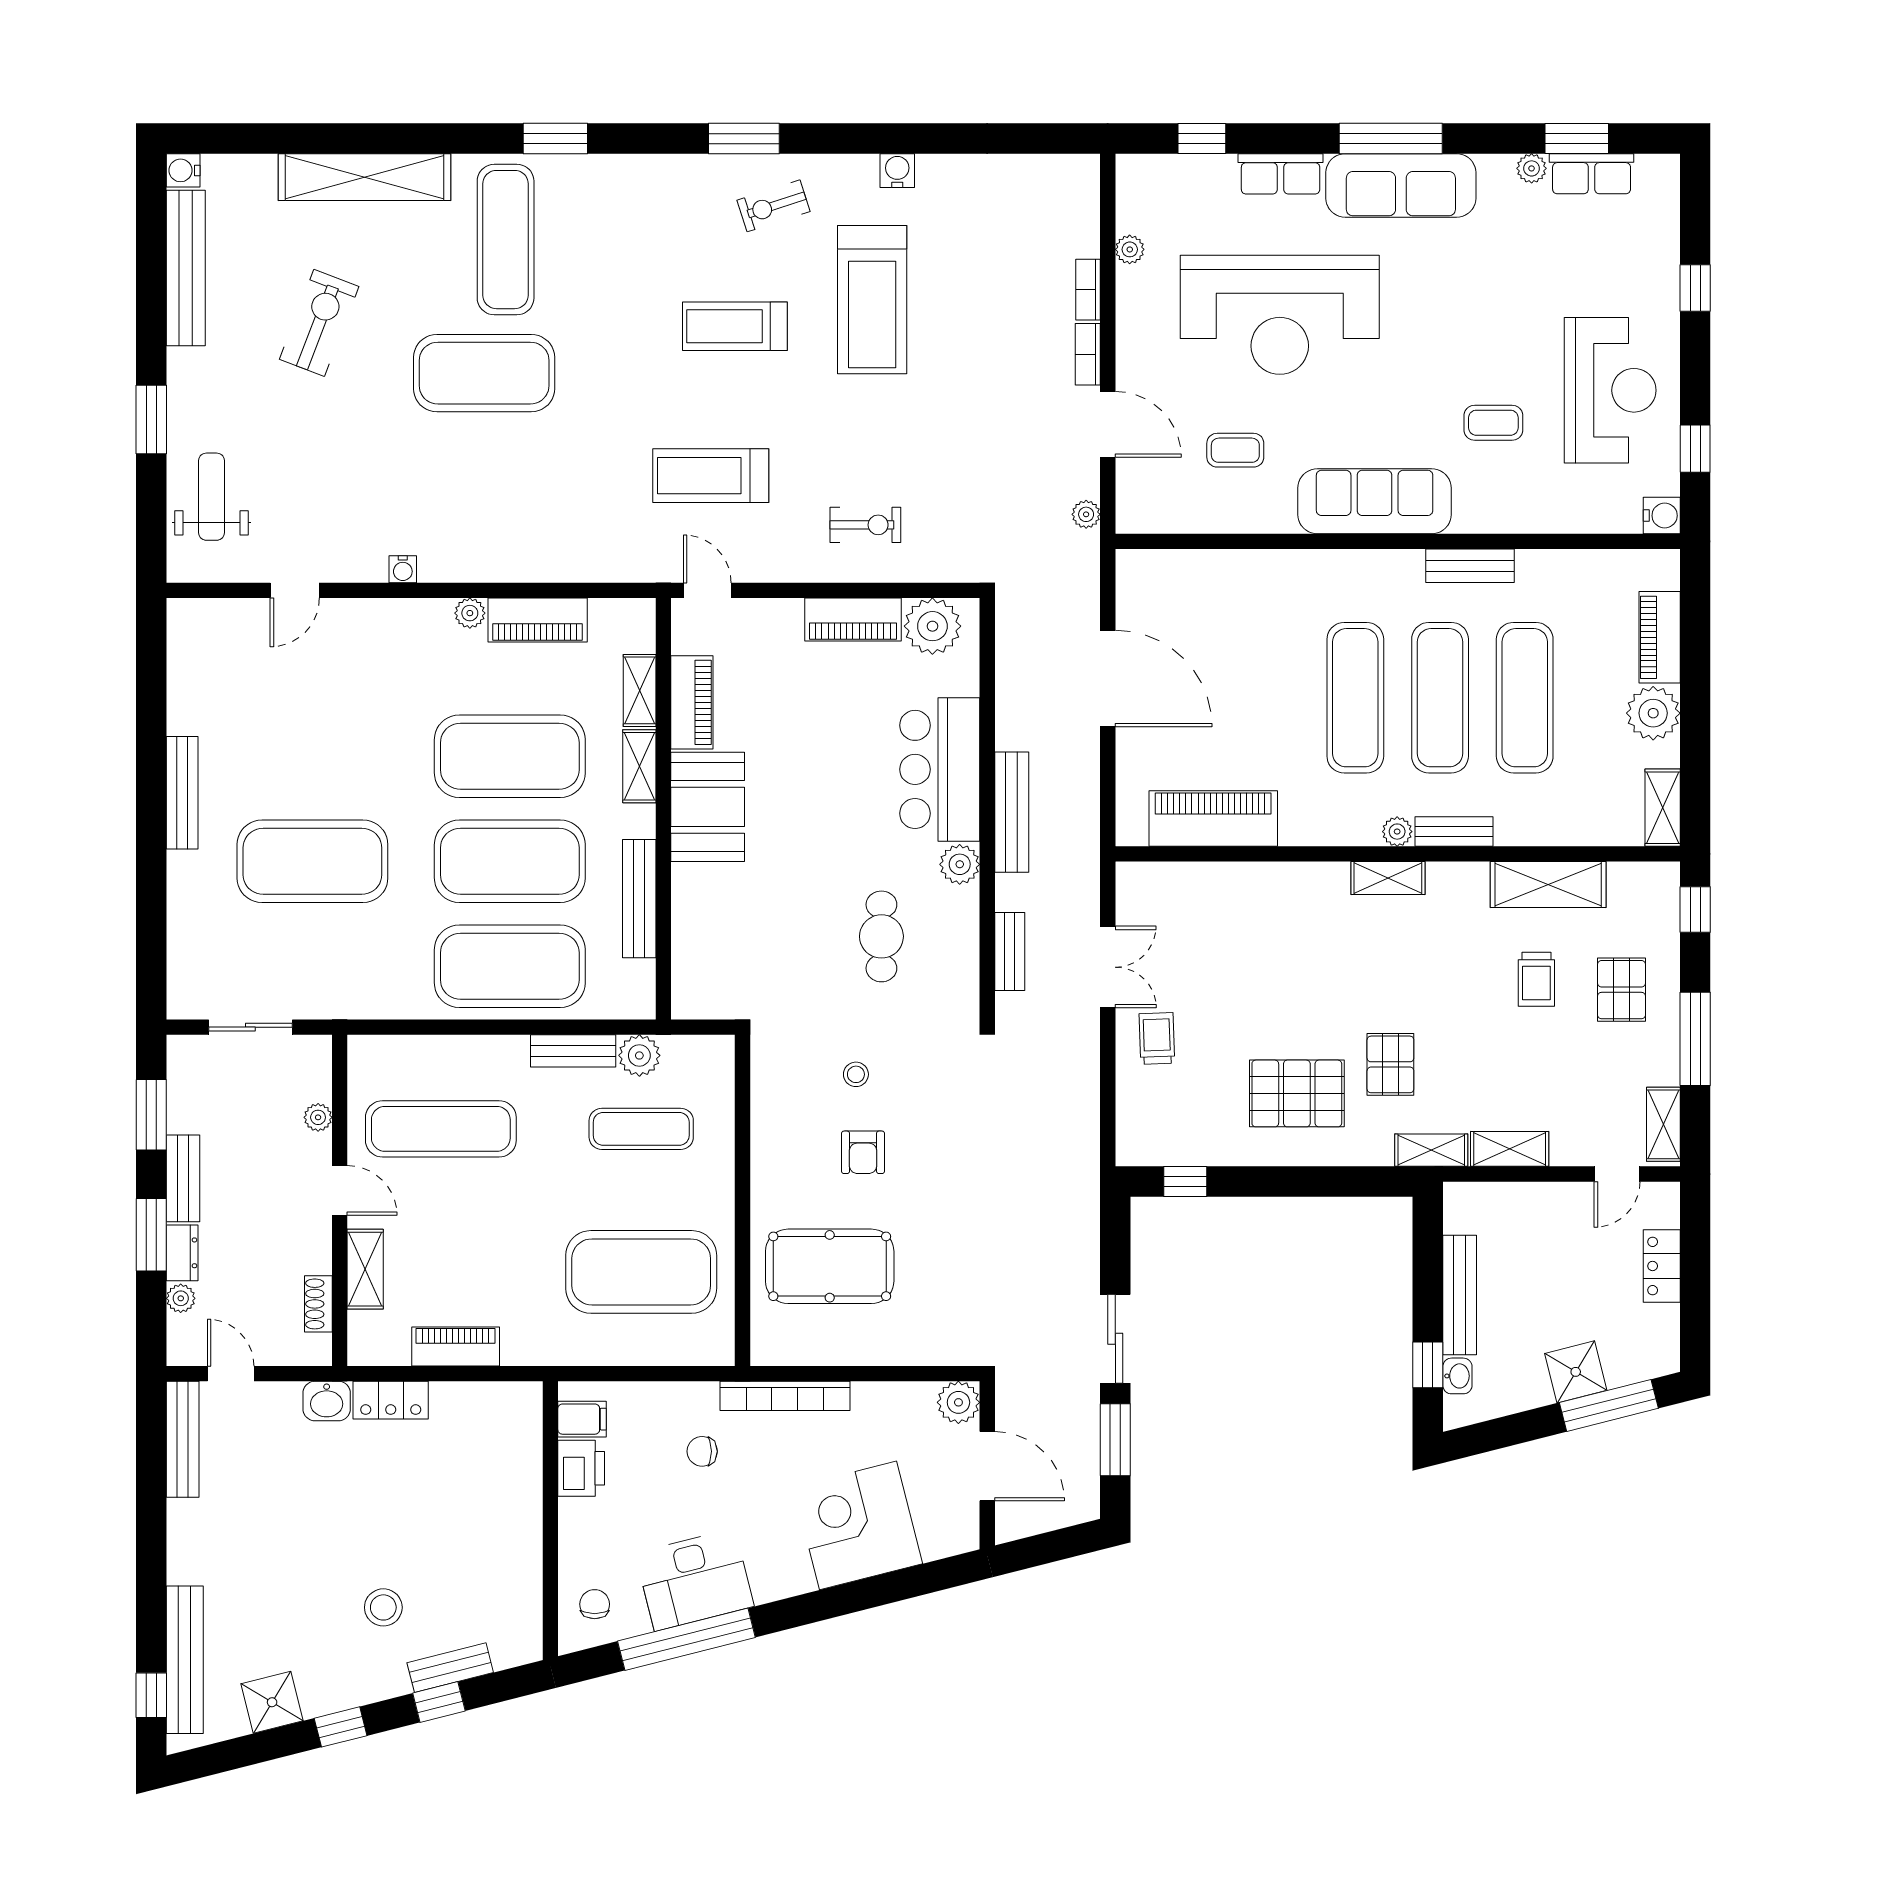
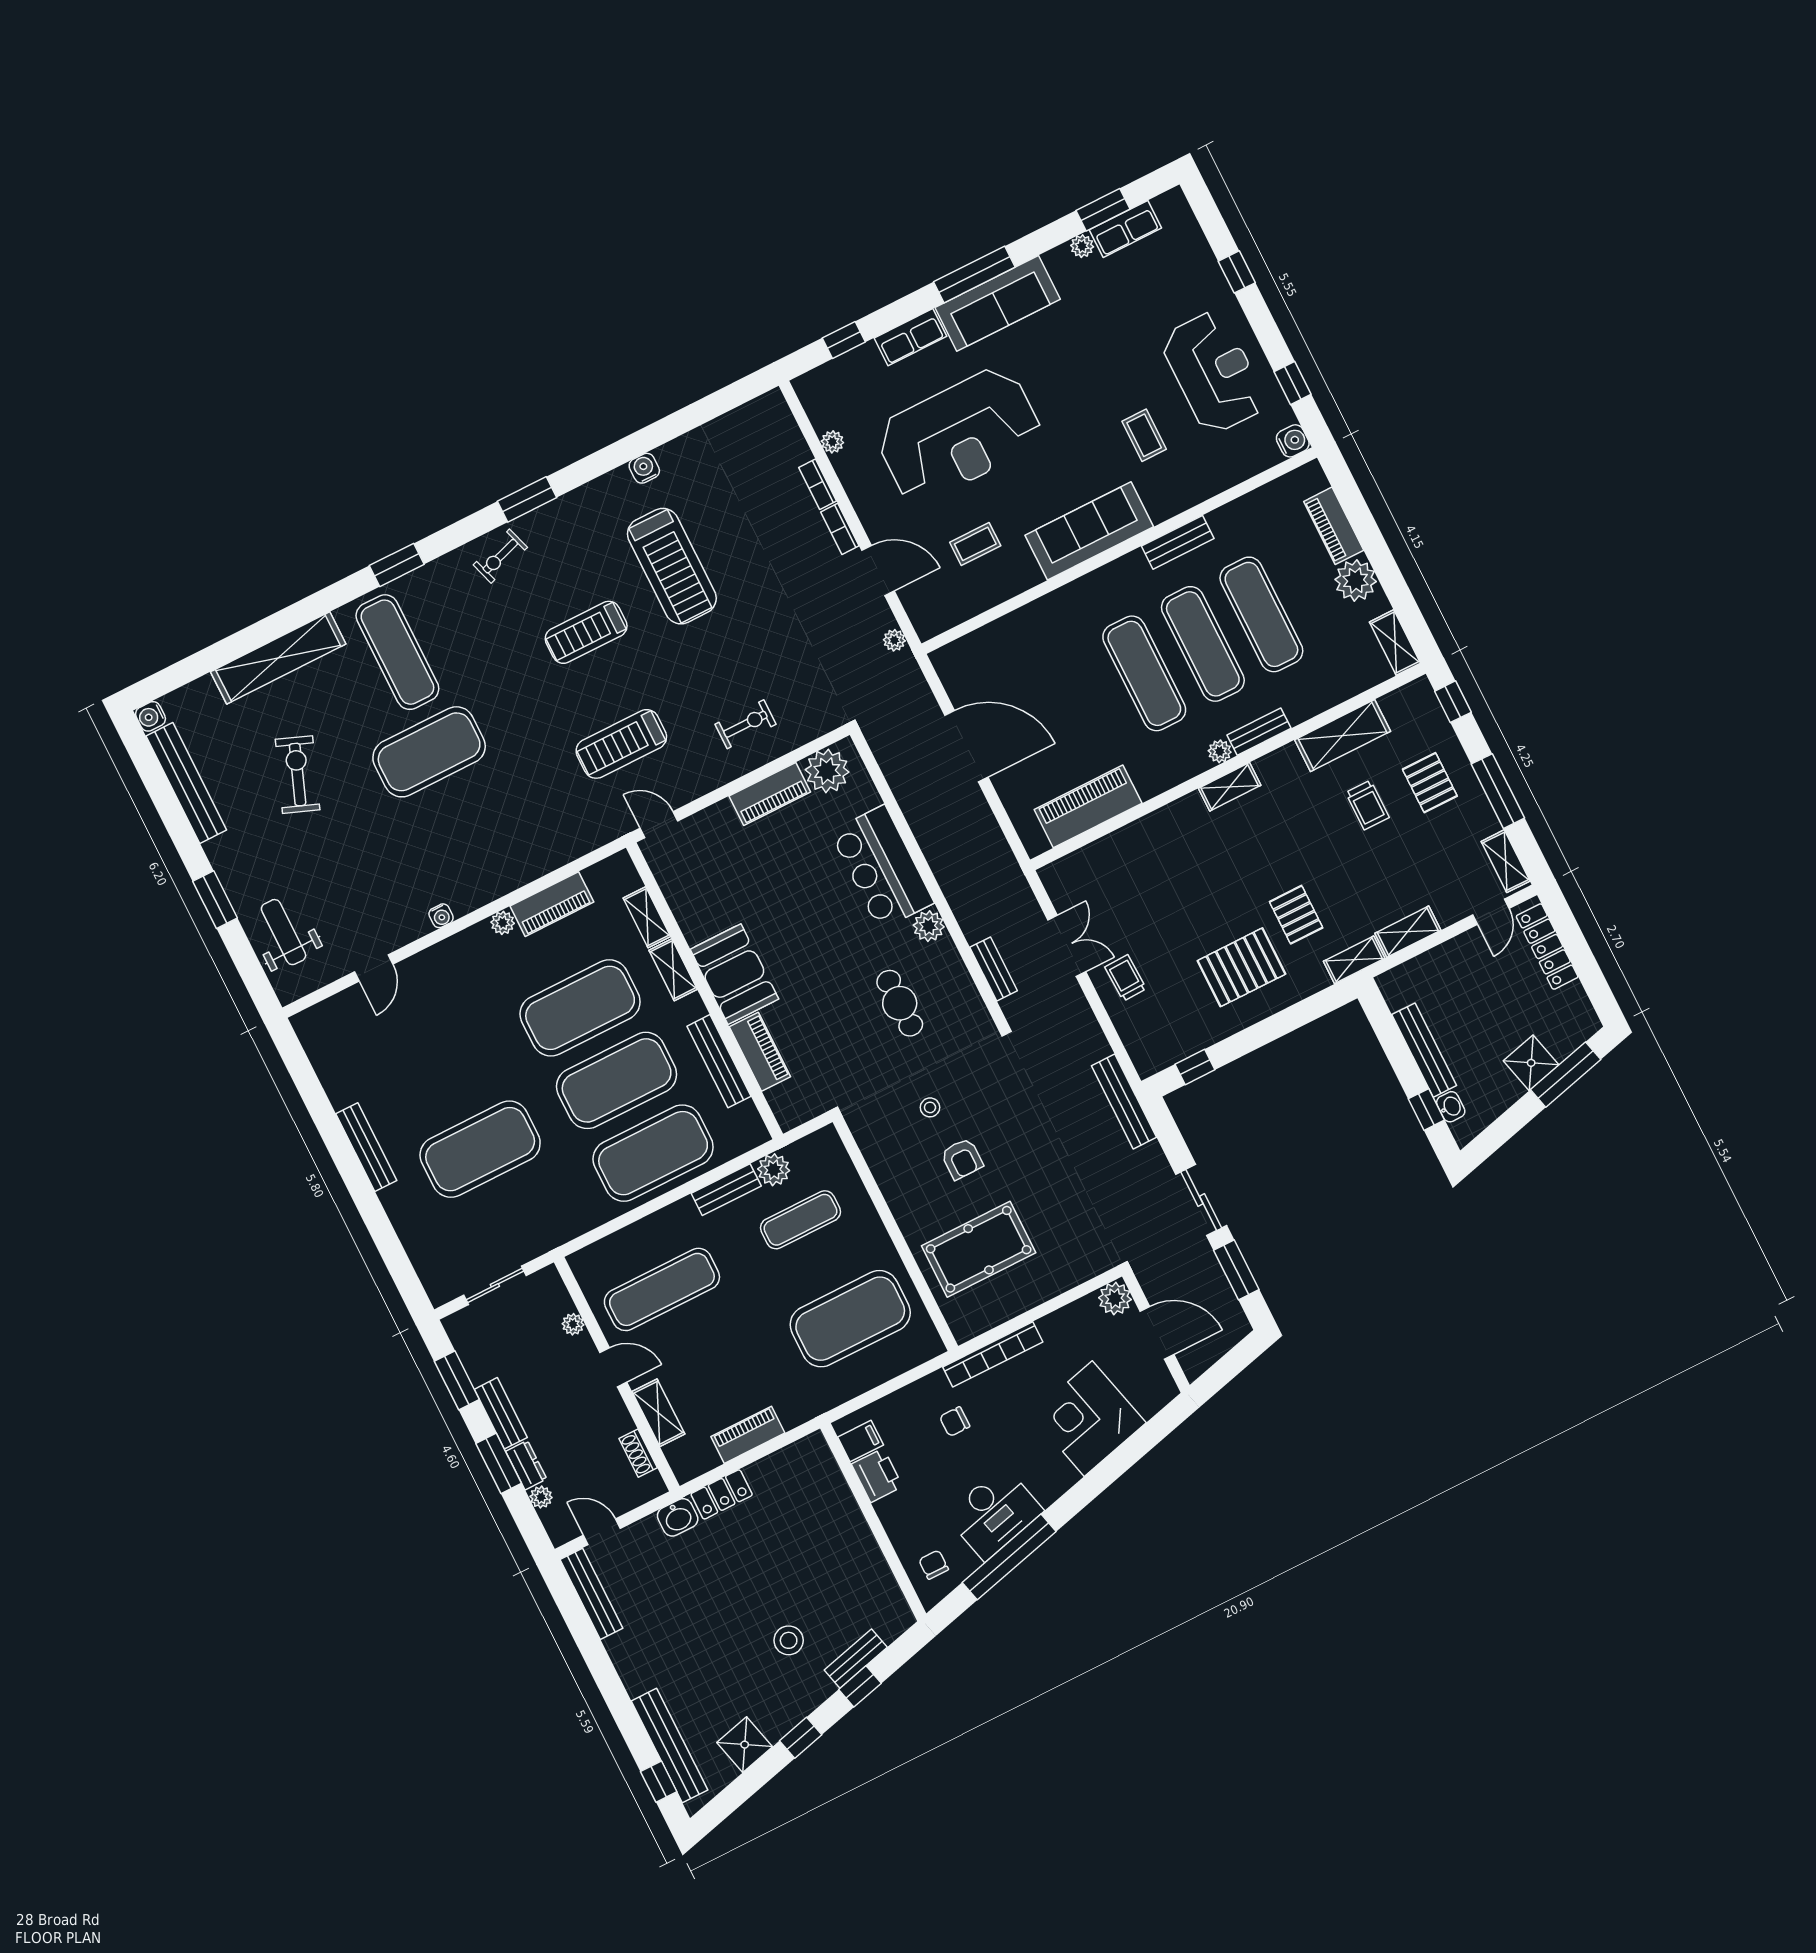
exercise bike: (774, 206) -> (500, 556), moved
coffee table: (1493, 423) -> (1144, 435), turned 90
piano: (692, 702) -> (760, 1052), moved
bench: (1012, 812) -> (1124, 1102), moved
locker: (1662, 1266) -> (1547, 947), width x1.53

